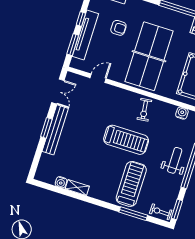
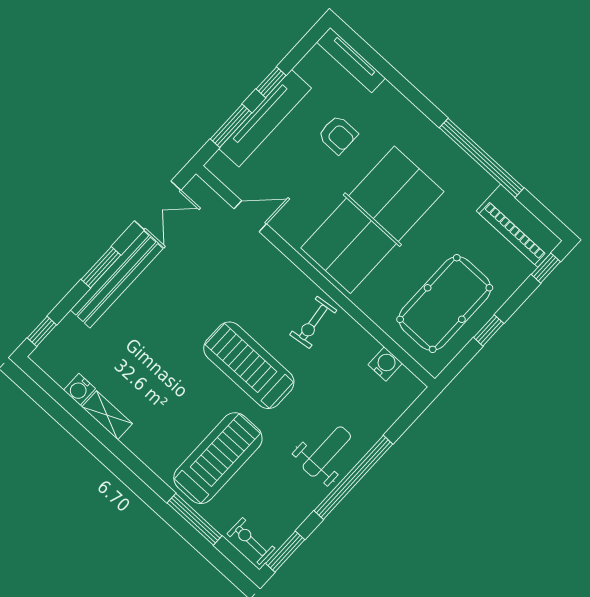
treadmill: (126, 140) -> (249, 365), turned 180
window: (34, 166) -> (42, 331), added

